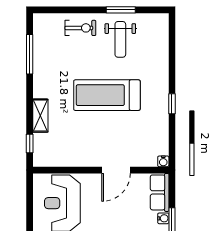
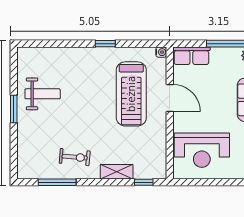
window: (121, 10) -> (14, 109), moved
exercise bike: (80, 28) -> (75, 157), moved, turned 95
treadmill: (107, 95) -> (131, 94), moved
water cooler: (163, 218) -> (217, 52), removed

